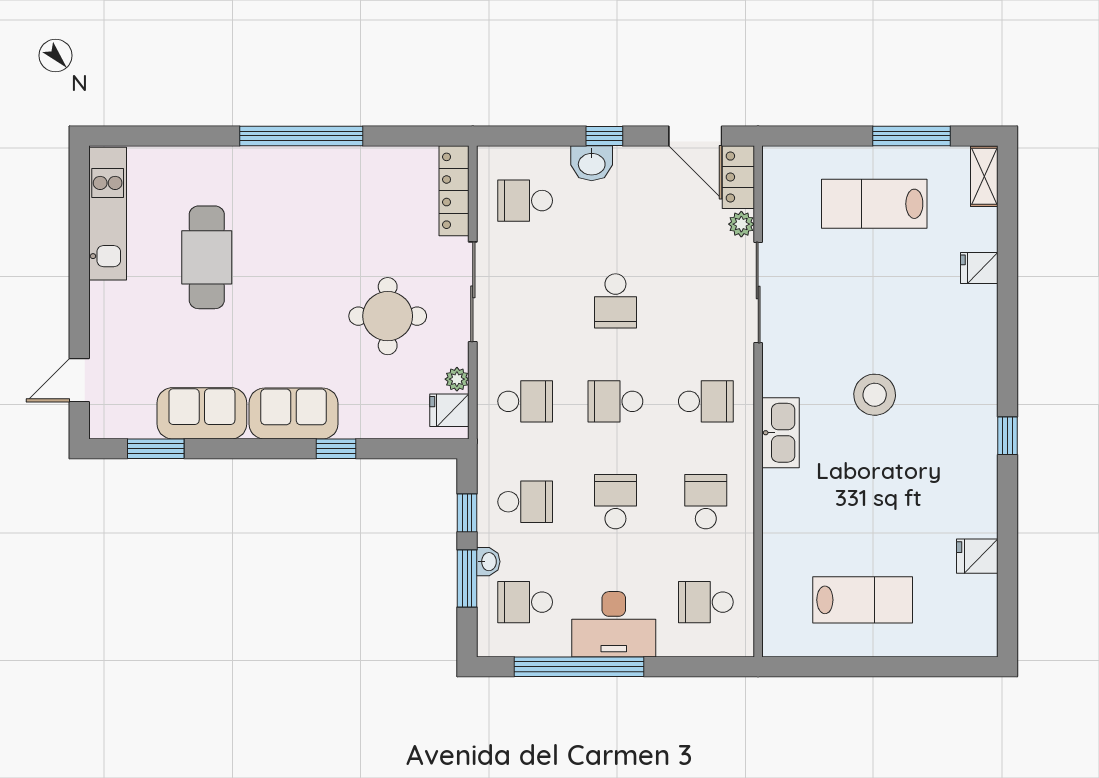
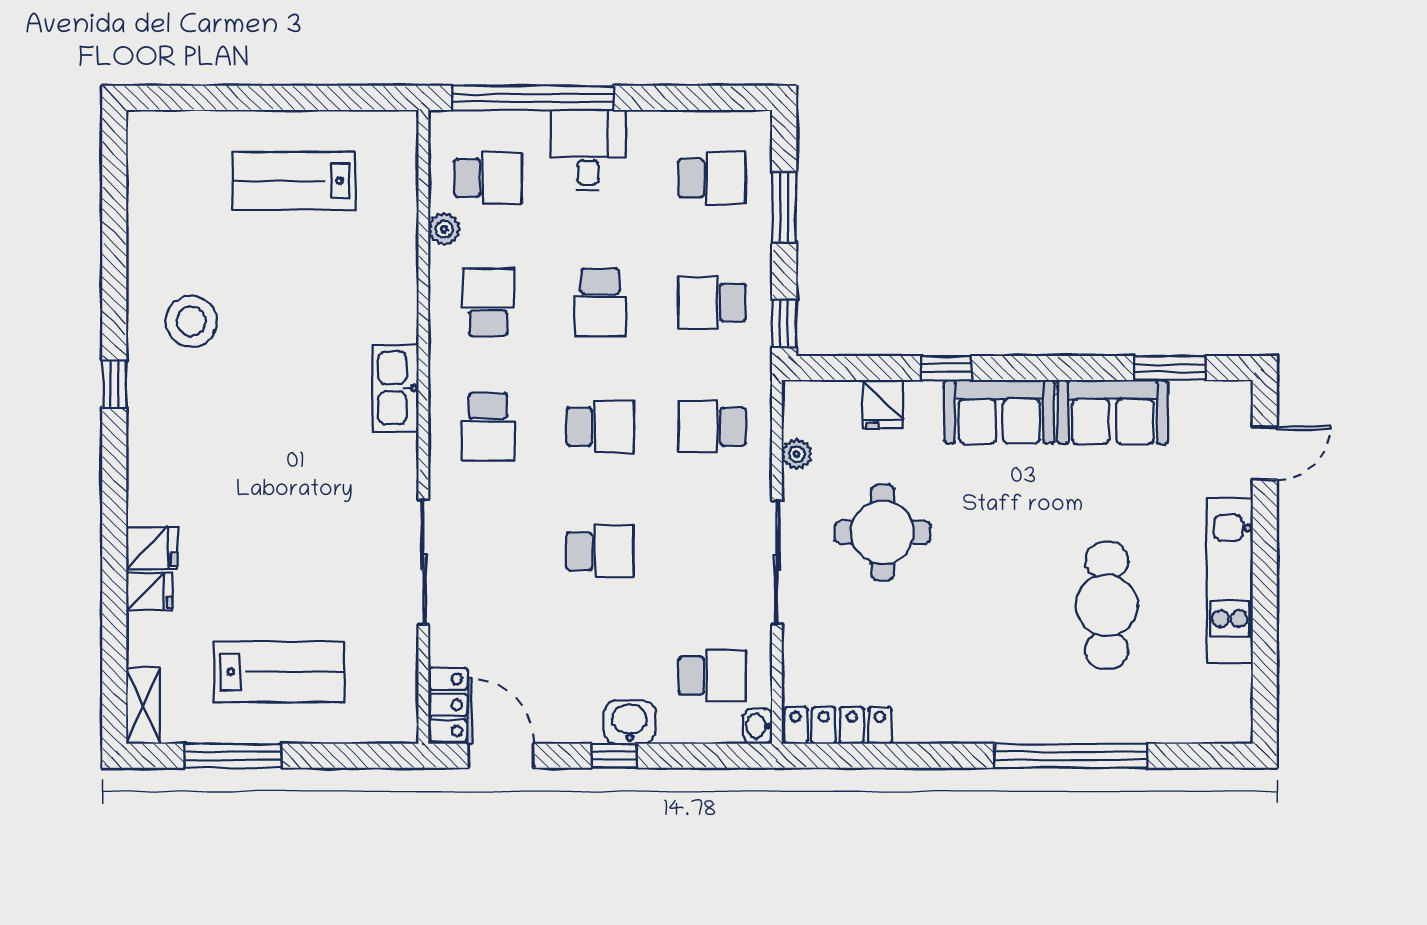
window: (301, 136) -> (1071, 756), moved
locker: (454, 191) -> (838, 725), moved, turned -90
kitchen unit: (108, 214) -> (1230, 581), moved
plant: (741, 224) -> (444, 229), moved
school desk: (615, 301) -> (600, 551), turned 90
stool: (875, 395) -> (191, 321), moved
school desk: (706, 401) -> (488, 427), turned -90
fridge: (449, 410) -> (883, 404), moved, turned 90
school desk: (706, 502) -> (488, 302), turned 180
window: (467, 513) -> (784, 323), moved
fridge: (977, 556) -> (152, 548), moved
washbasin: (488, 562) -> (758, 726), moved
desk: (614, 624) -> (588, 150), width x0.73
window: (579, 667) -> (533, 98), moved

